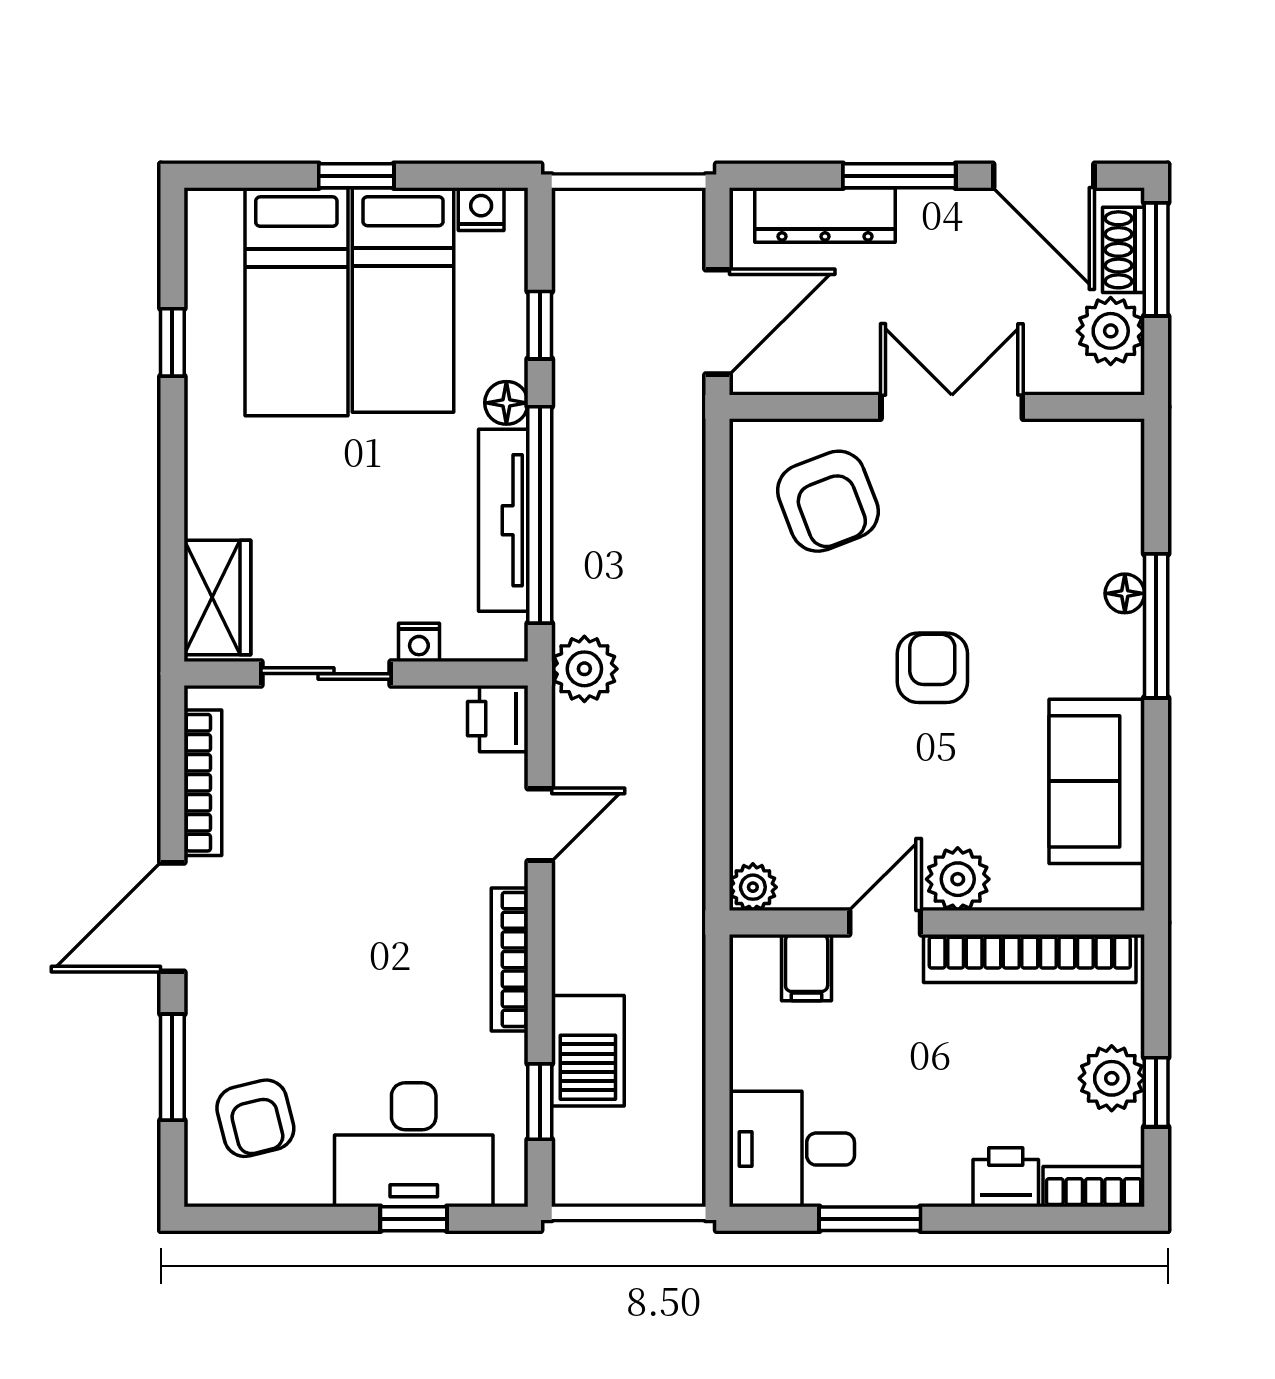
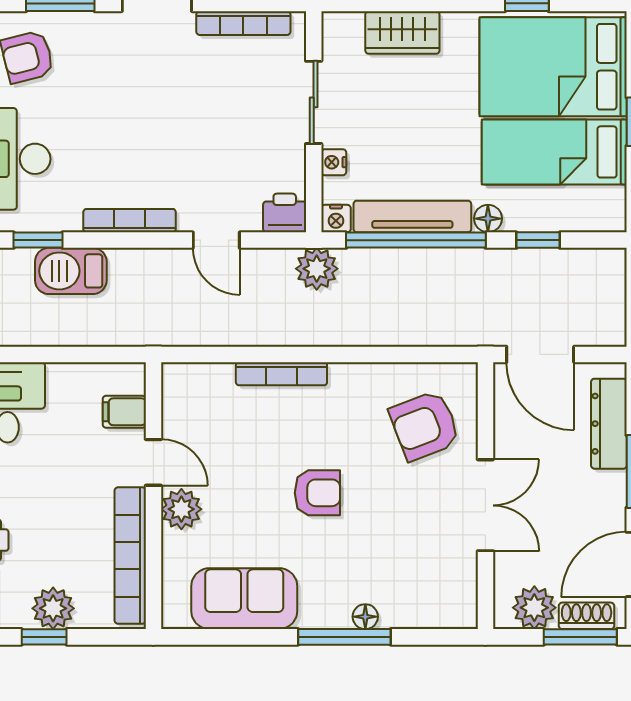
nightstand: (481, 209) -> (336, 219), moved, turned 90
bed: (296, 302) -> (553, 67), width x1.50
wardrobe: (217, 597) -> (402, 32), moved
bookcase: (748, 724) -> (281, 374), added
plant: (753, 887) -> (176, 377), removed

